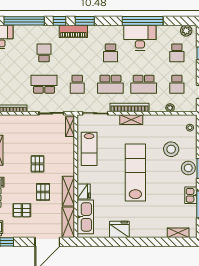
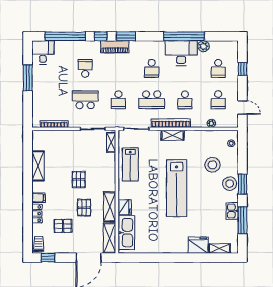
plant: (186, 31) -> (204, 46), moved
school desk: (144, 84) -> (185, 100), width x0.54
lab bench: (135, 172) -> (177, 188), turned 180
fridge: (119, 229) -> (198, 245), moved

